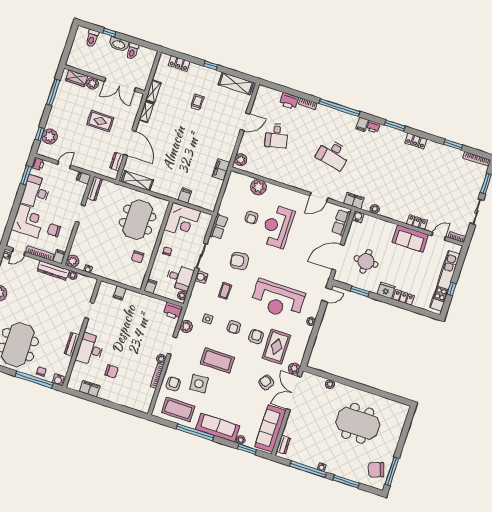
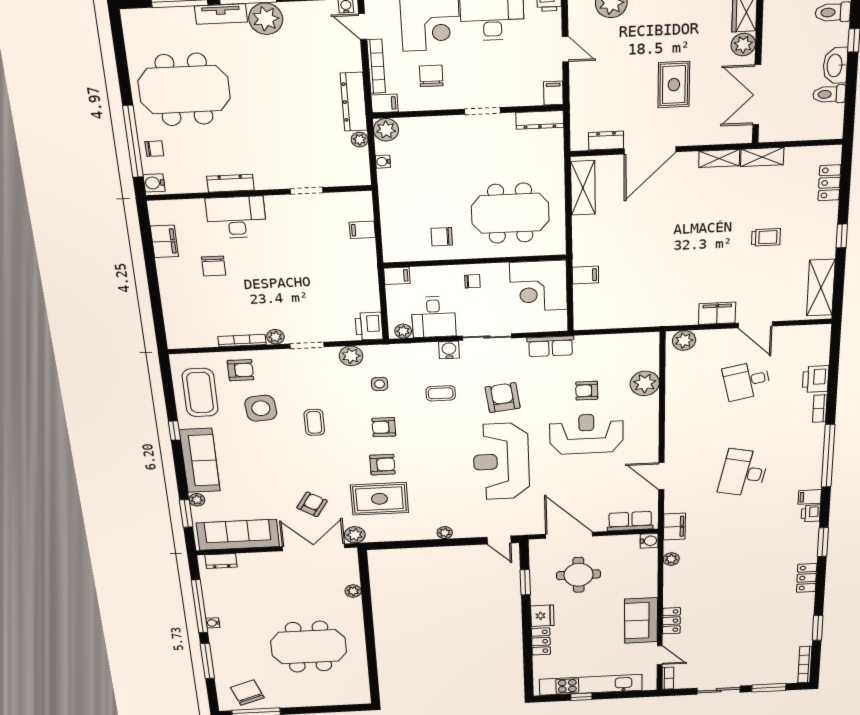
filing cabinet: (221, 170) -> (717, 313), moved
reception desk: (278, 300) -> (501, 461), moved
coffee table: (217, 361) -> (314, 422), width x0.54, depth x0.58
meeting table: (358, 423) -> (309, 647), turned 90
window: (195, 432) -> (174, 431), width x0.32

